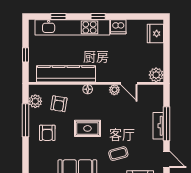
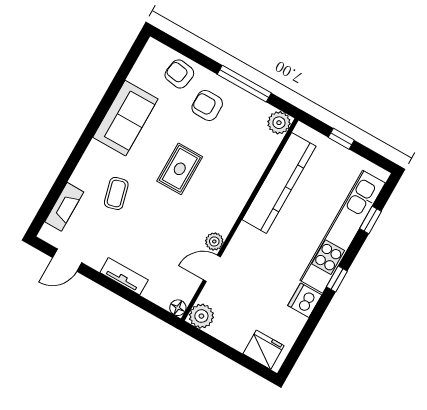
floor lamp: (88, 89) -> (178, 308), moved
plant: (35, 101) -> (279, 123), moved
armchair: (59, 104) -> (179, 74), moved
window: (166, 124) -> (120, 290), removed

